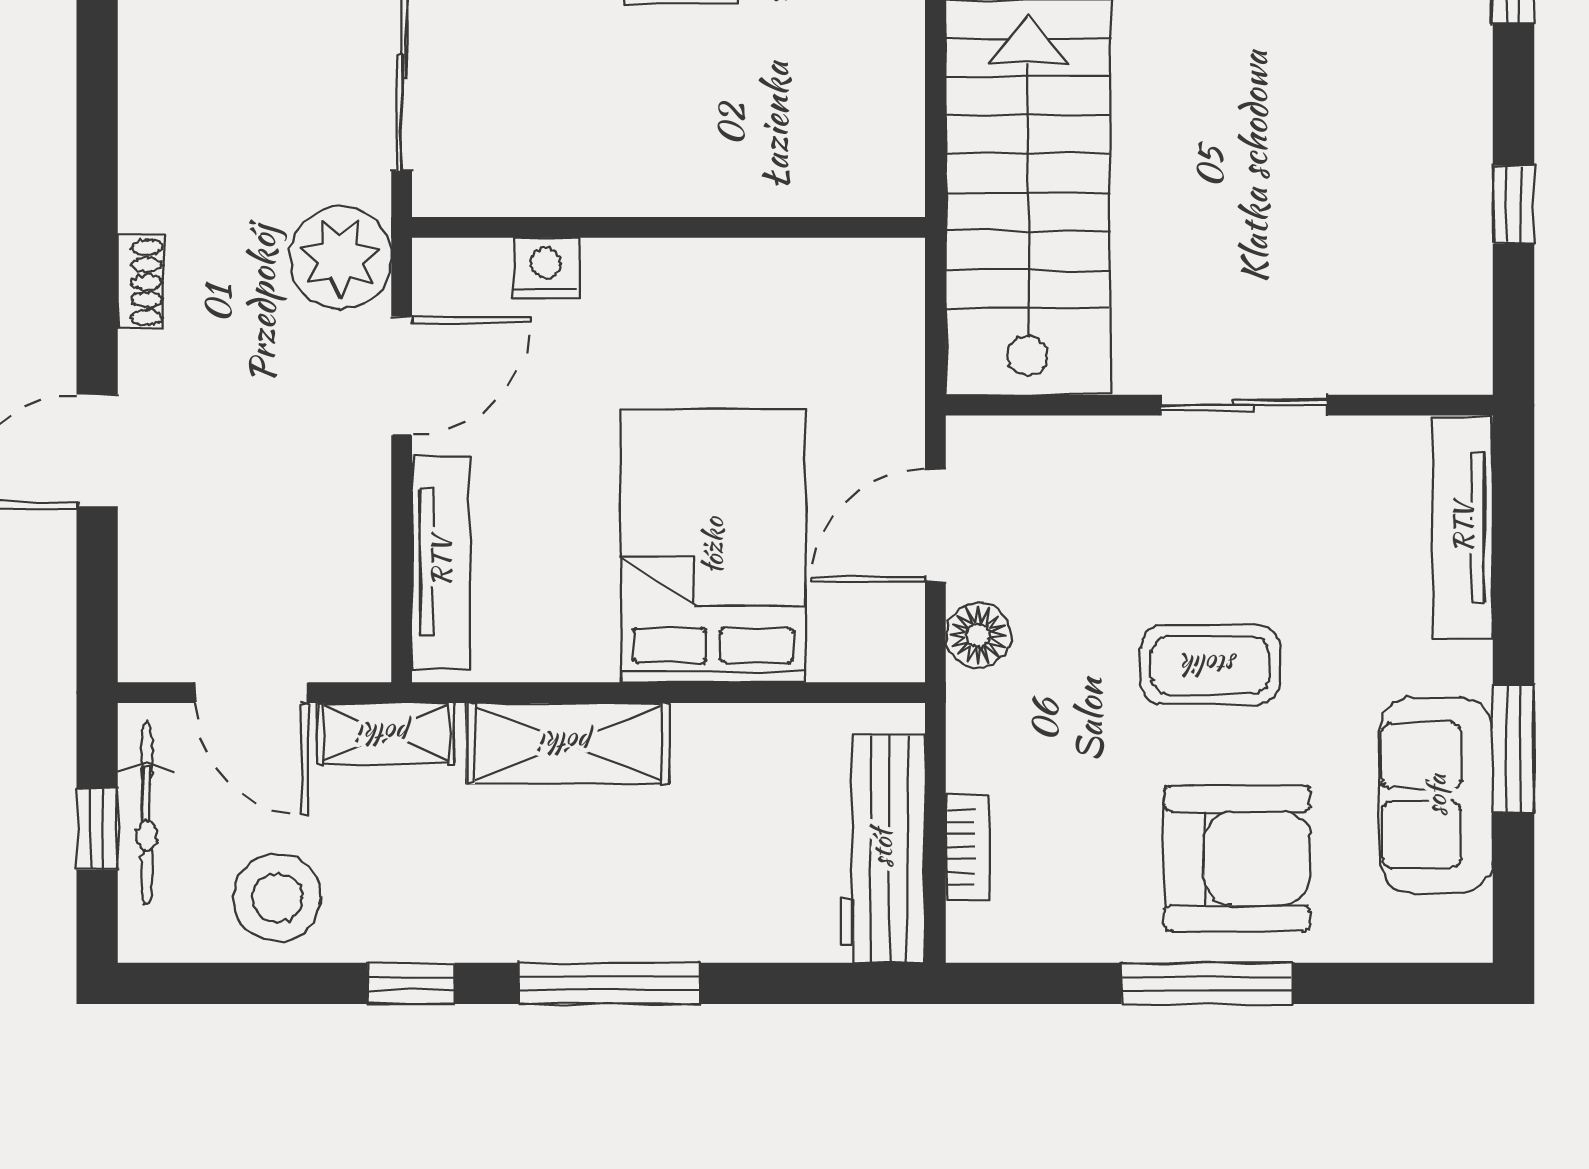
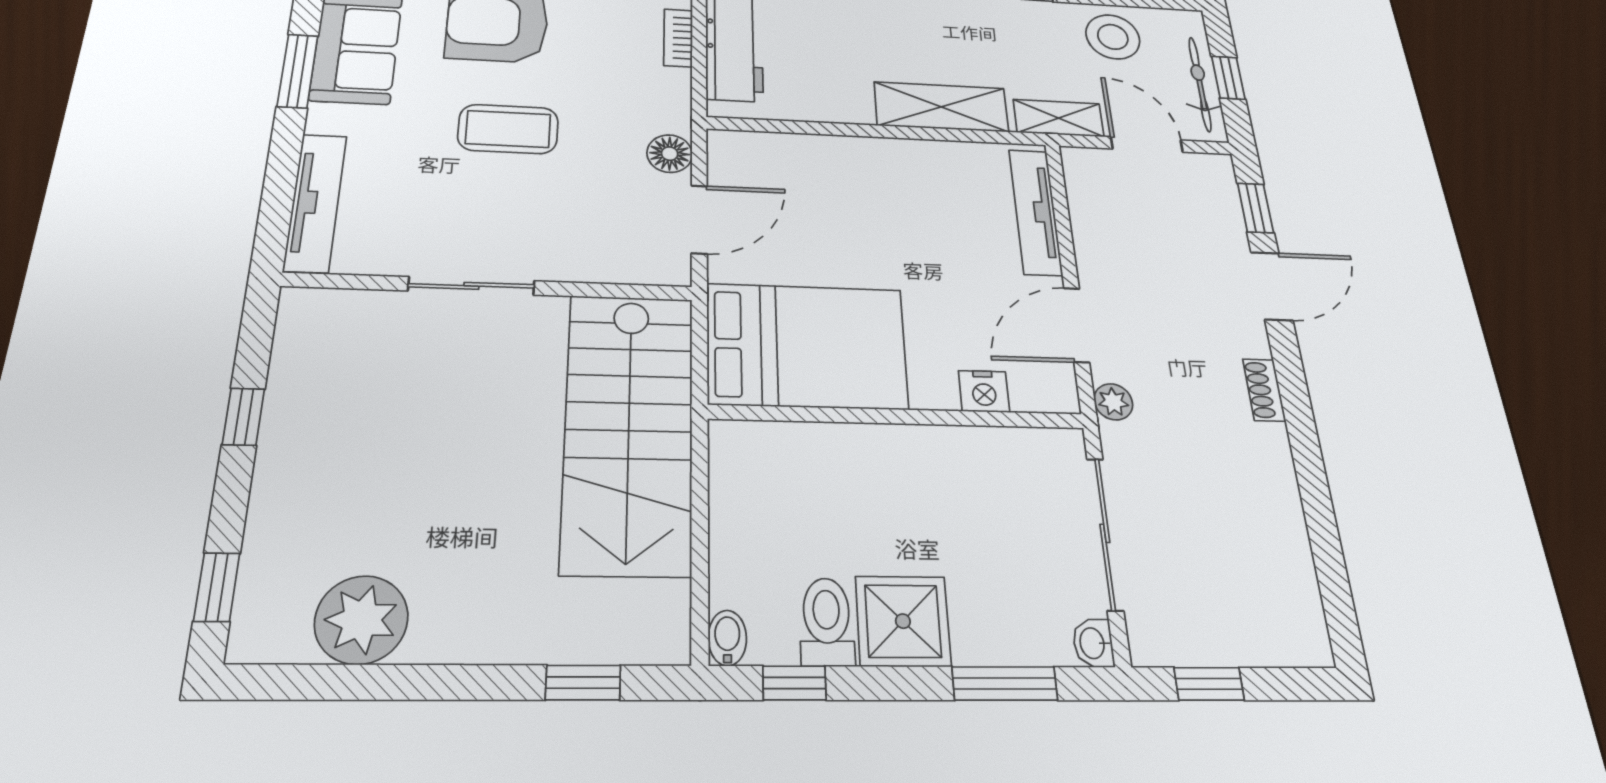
plant: (340, 257) -> (1113, 402), width x0.53, depth x0.53
bed: (713, 546) -> (807, 346), moved, turned -90
window: (97, 586) -> (1256, 208), added

